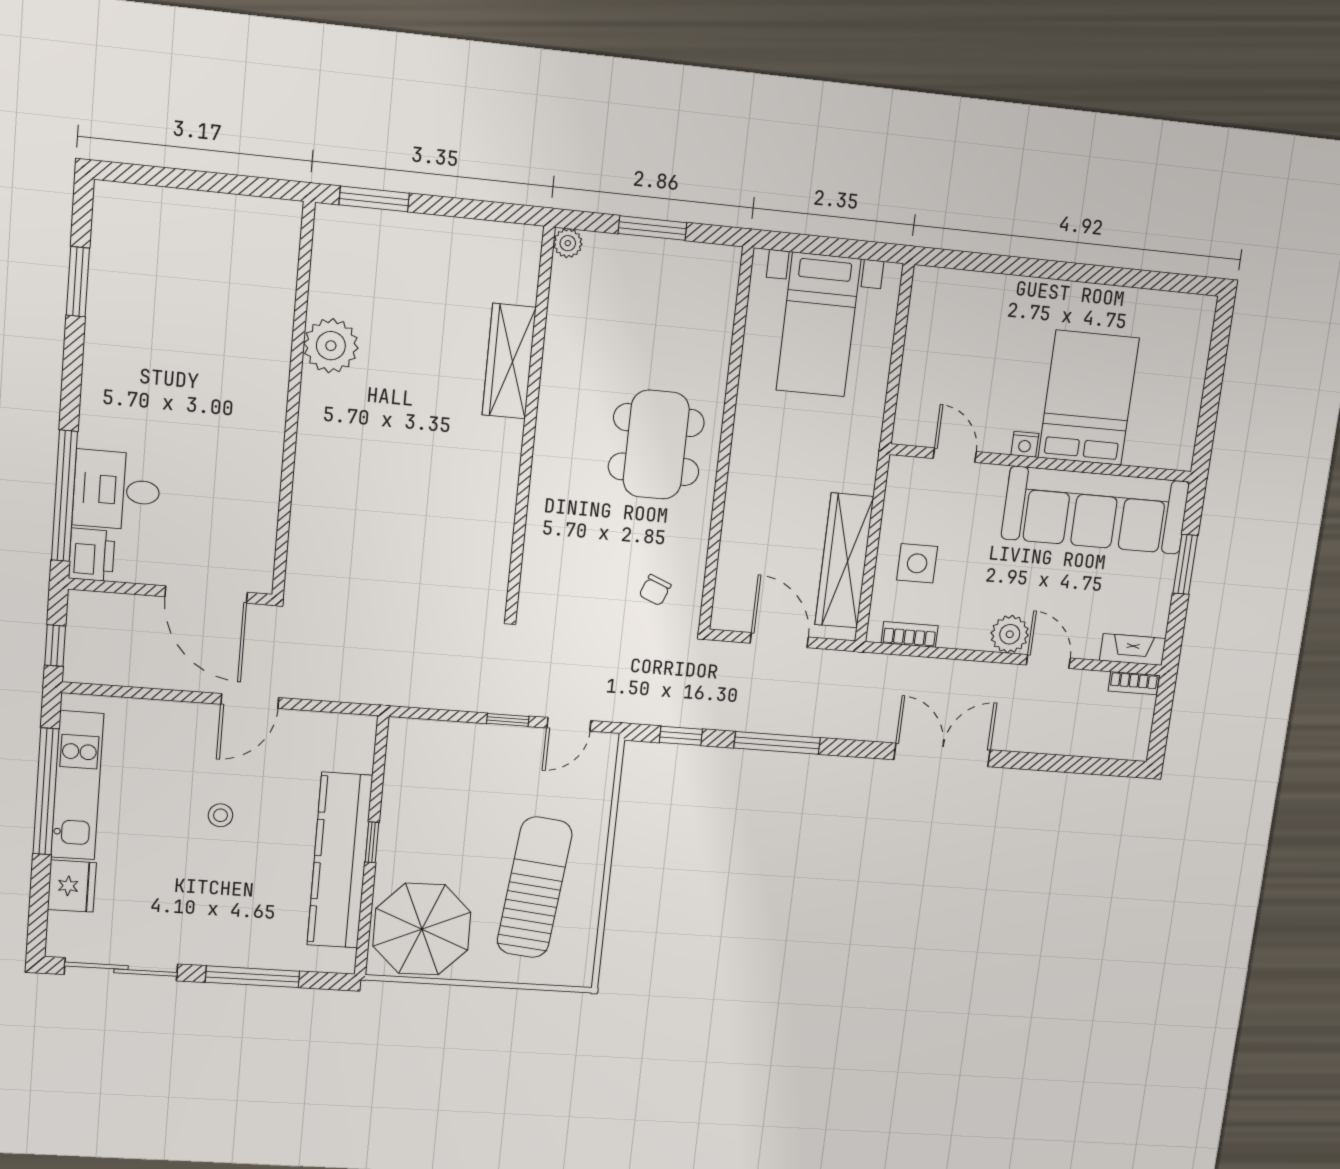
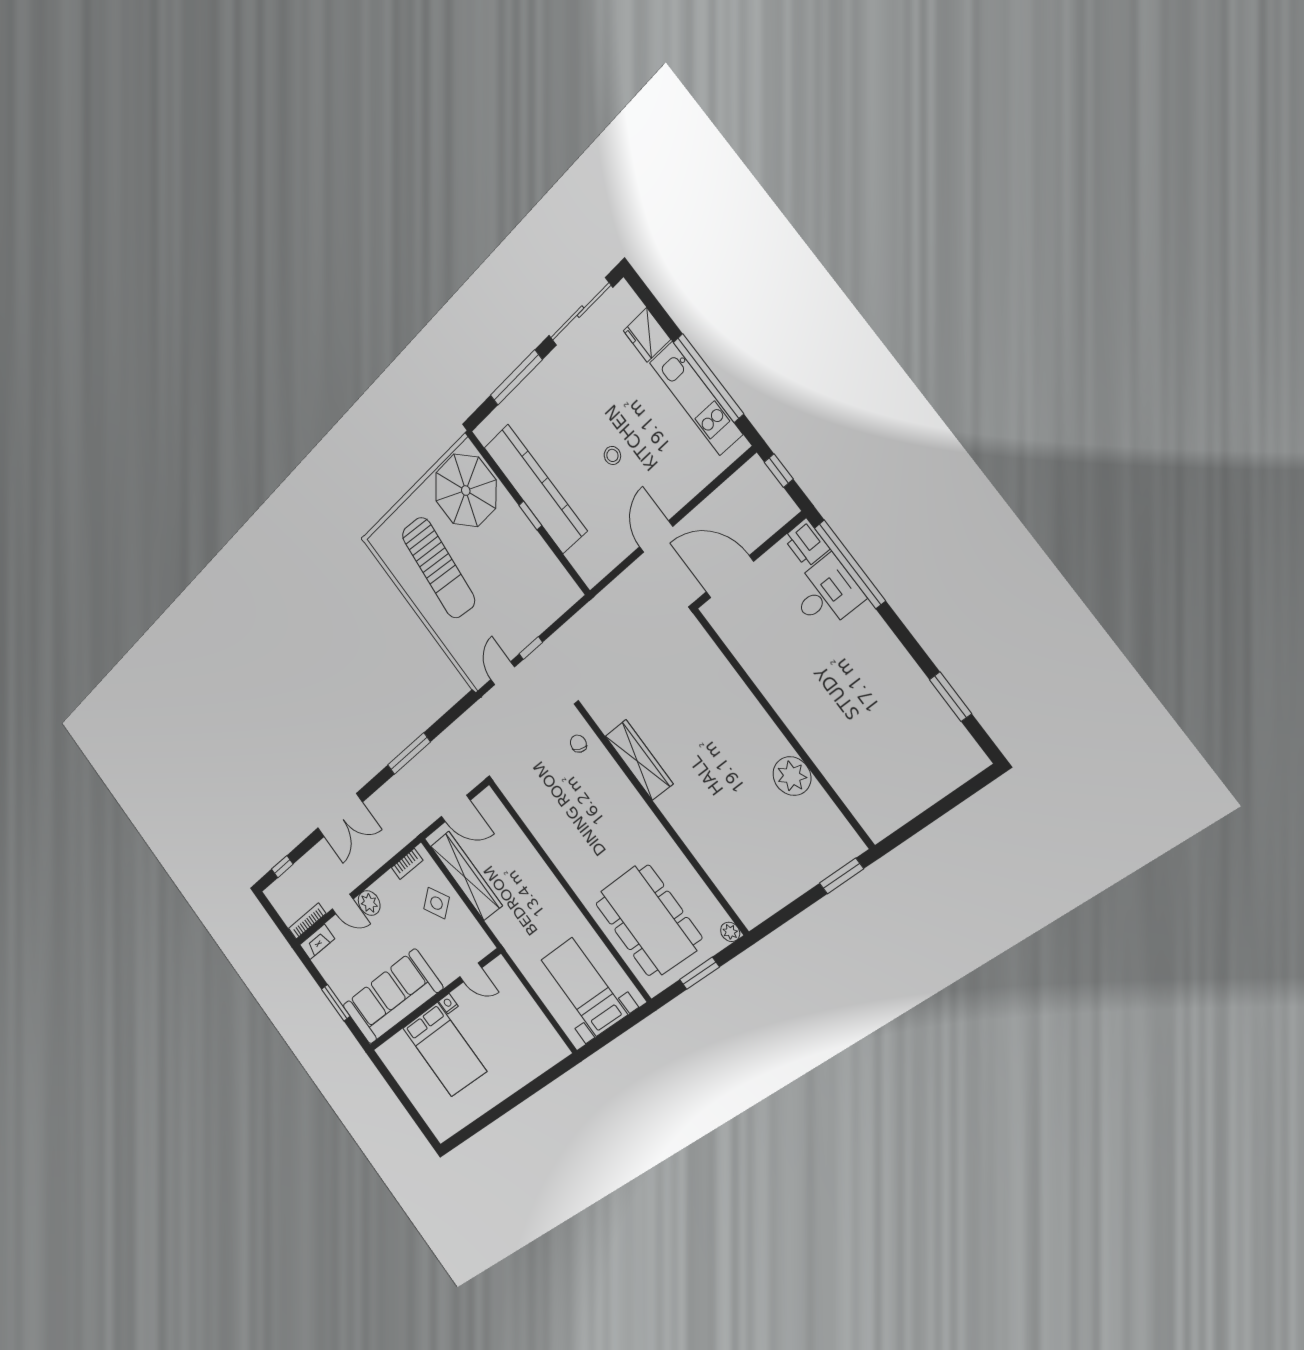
wardrobe: (509, 361) -> (639, 760), moved
dining table: (656, 445) -> (649, 921), moved, width x1.36, depth x1.24
side table: (917, 563) -> (436, 903), turned -34
chair: (655, 590) -> (578, 744), moved
bookcase: (1134, 683) -> (307, 921), width x1.56
window: (681, 736) -> (282, 867), moved

